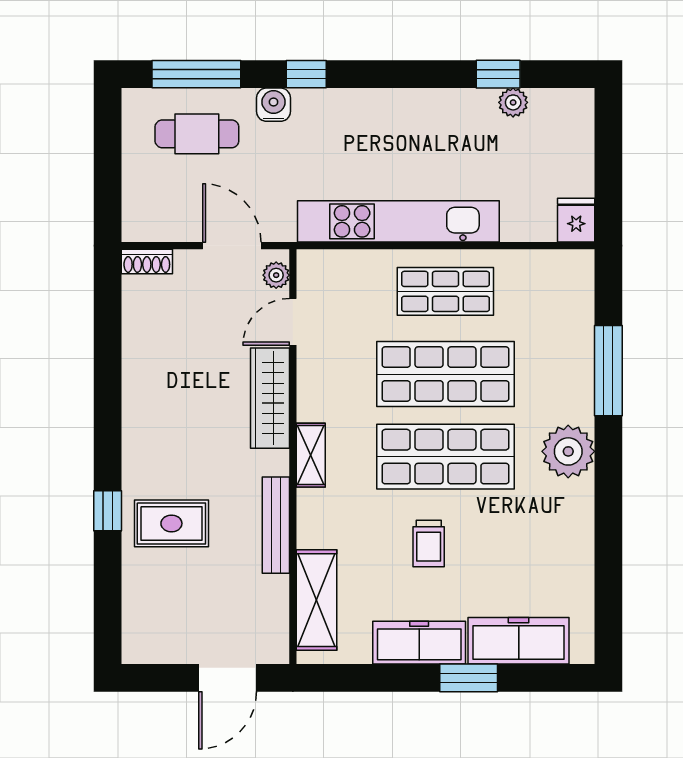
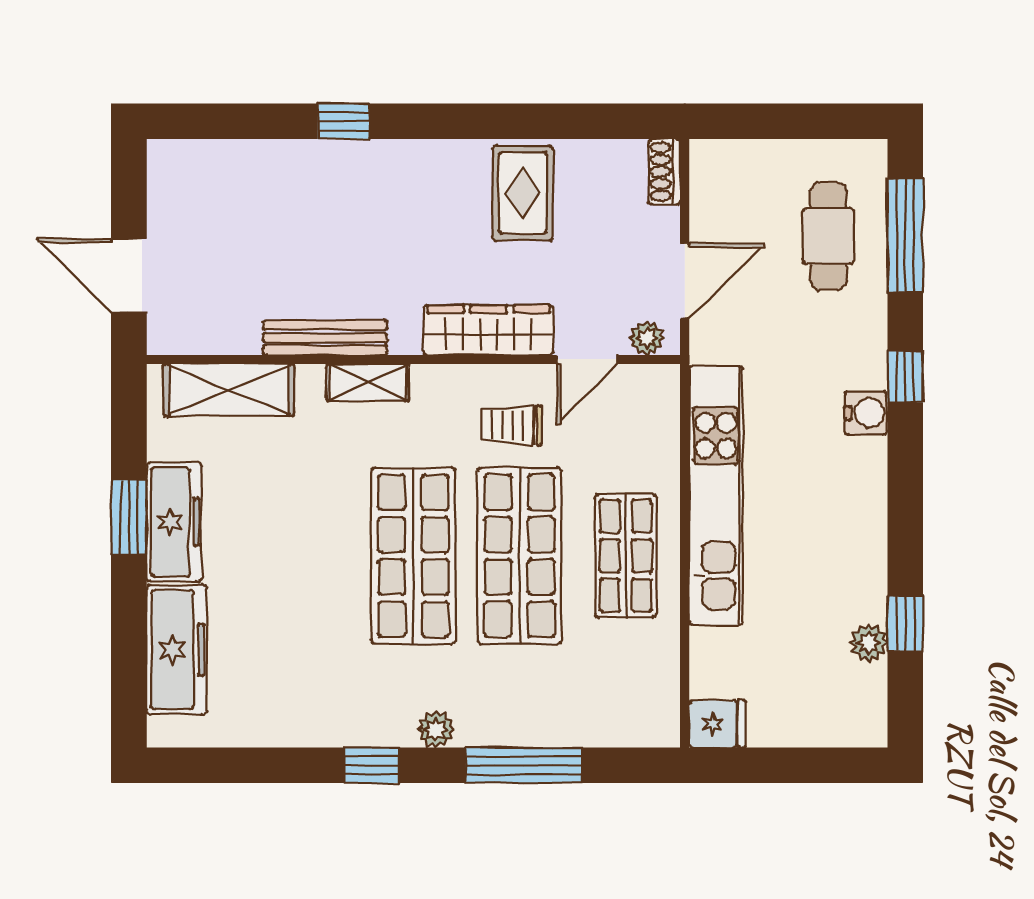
water cooler: (274, 105) -> (866, 413), moved
door: (293, 322) -> (587, 359), swing flipped
plant: (568, 451) -> (436, 730), width x0.53, depth x0.53
shelving: (311, 455) -> (368, 382), moved
window: (608, 489) -> (372, 765), added
rug: (171, 523) -> (523, 193), moved
trolley: (429, 543) -> (512, 425), moved
window: (469, 678) -> (129, 517), moved

